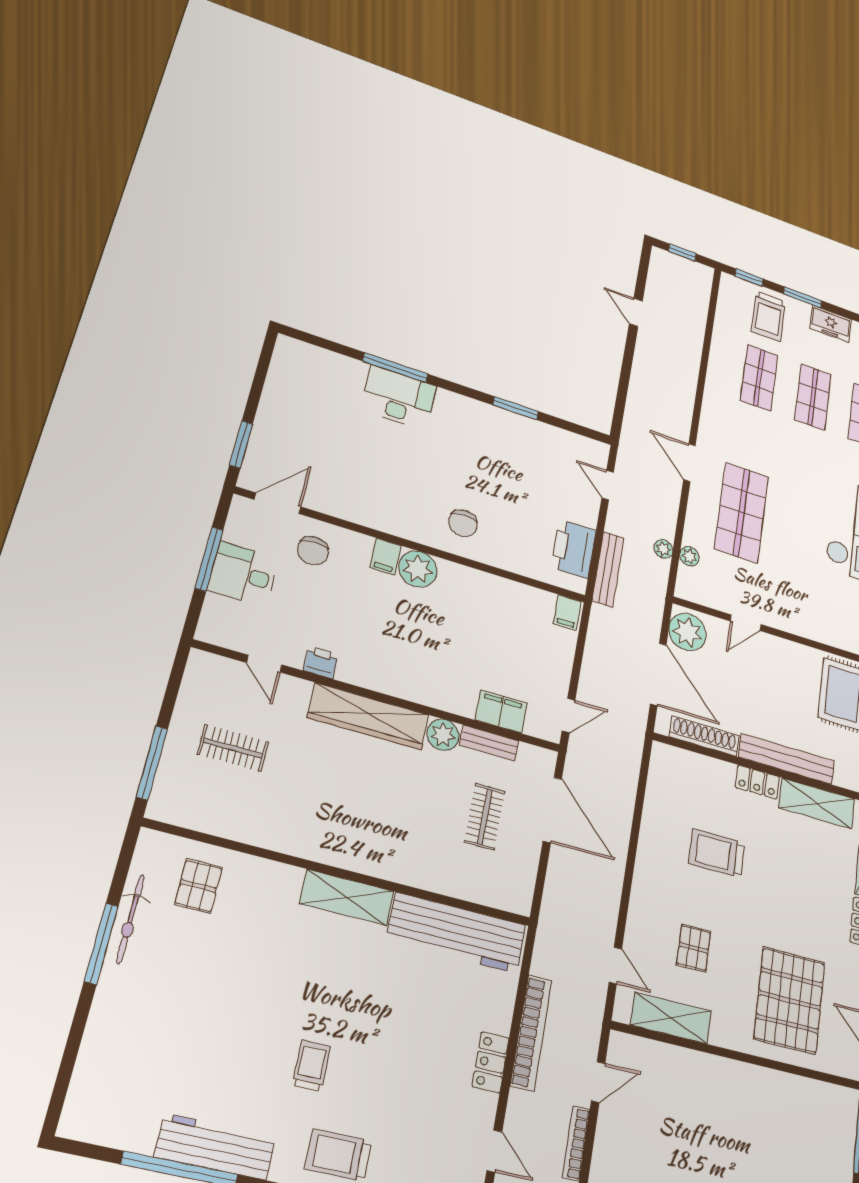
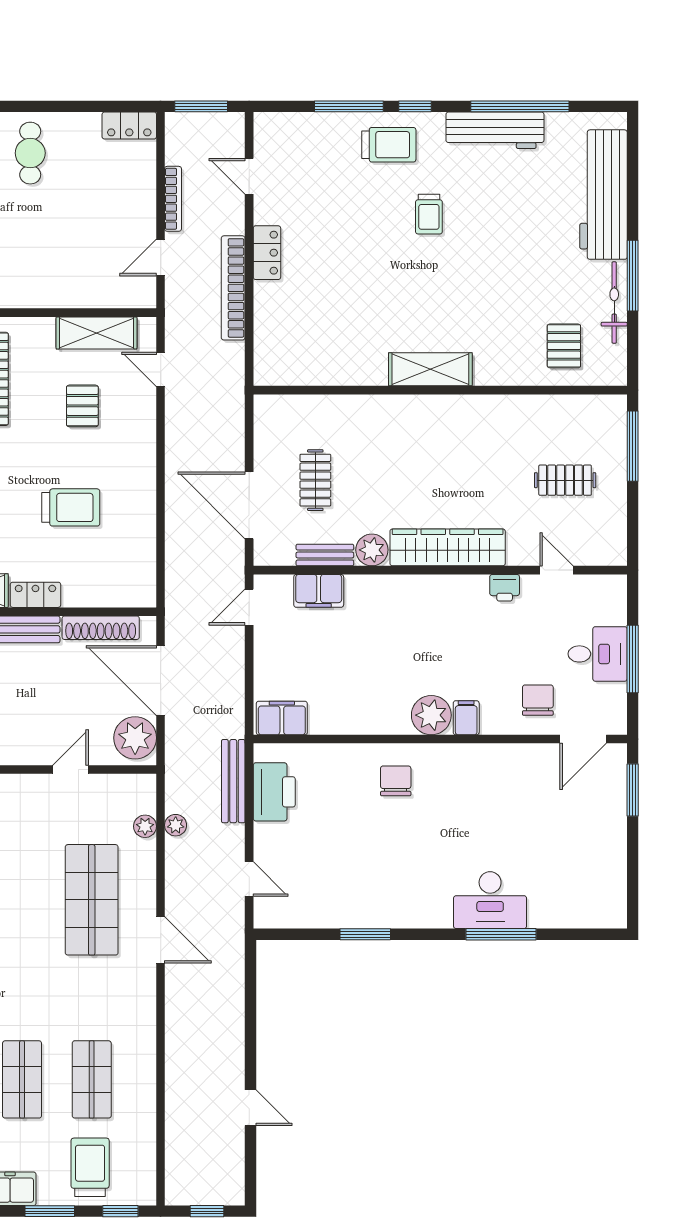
filing cabinet: (567, 612) -> (282, 718), width x2.00
workbench: (457, 933) -> (603, 195), moved, turned -90

